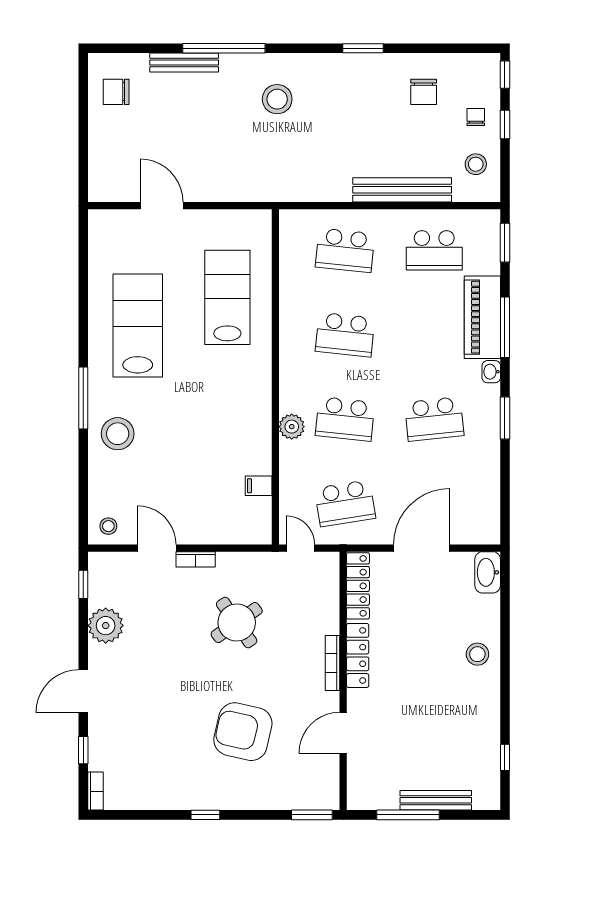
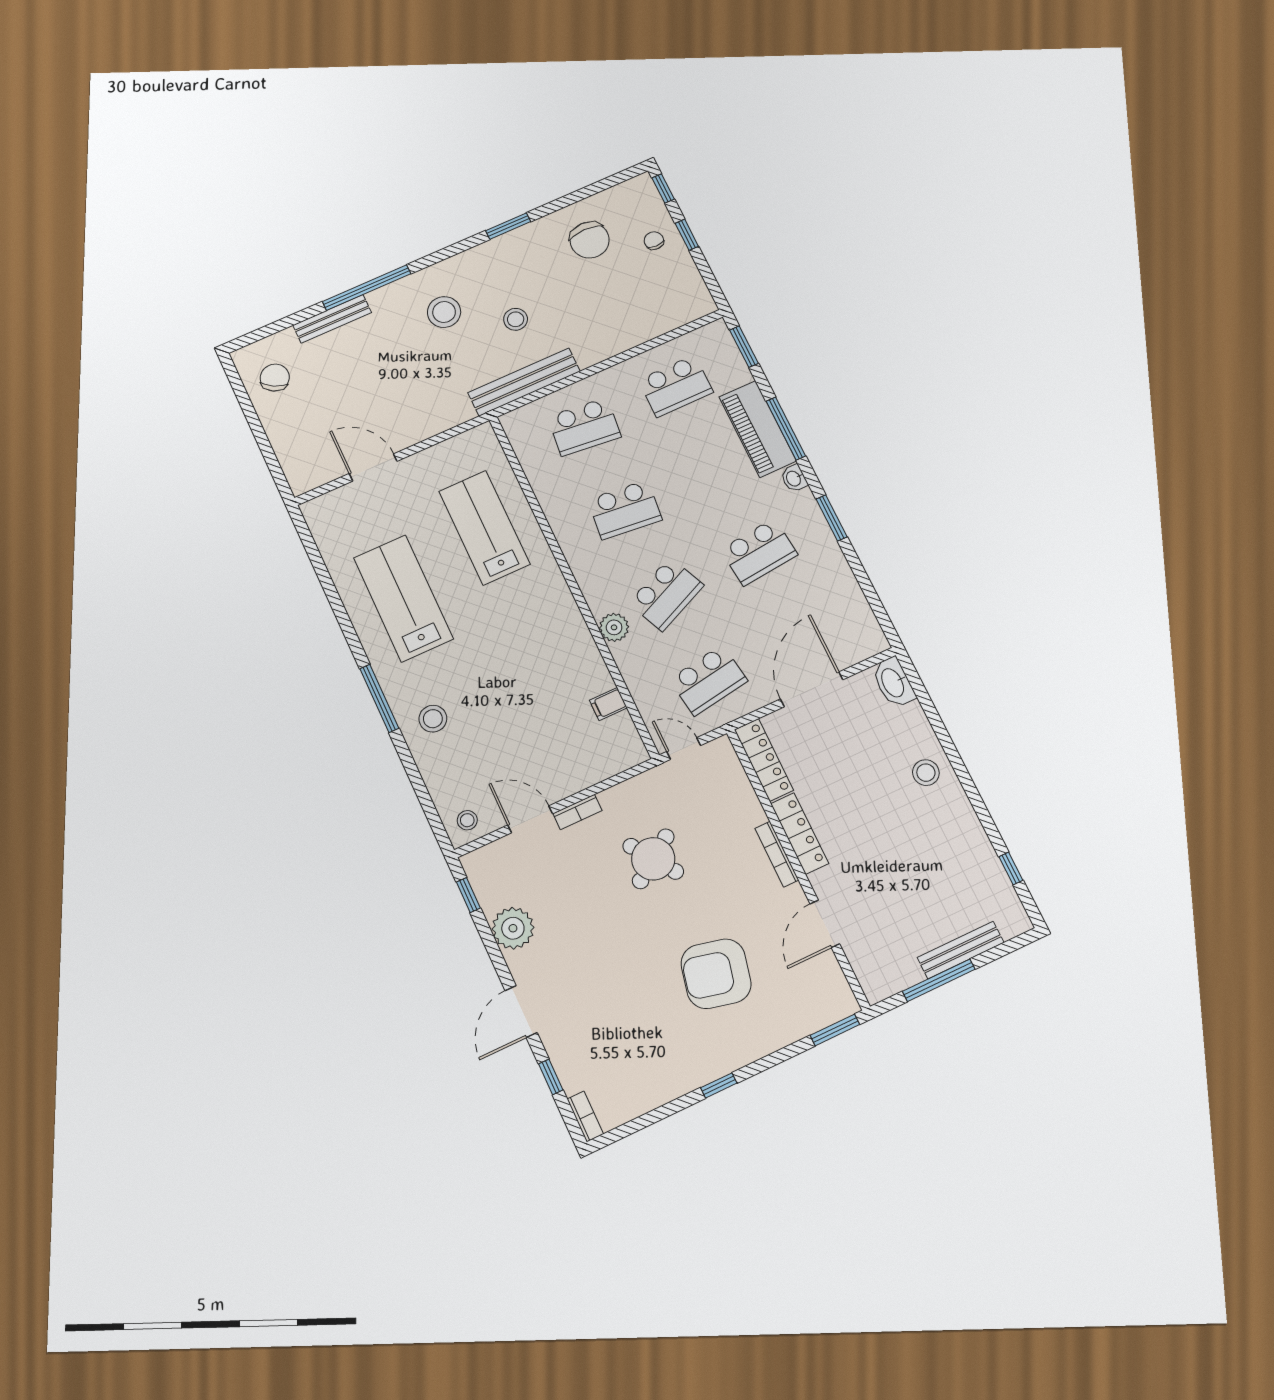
chair: (116, 92) -> (275, 378), turned 119
chair: (424, 92) -> (590, 240), width x1.37, depth x1.37
stool: (476, 164) -> (516, 319), moved
bench: (402, 190) -> (524, 382), moved
school desk: (345, 419) -> (666, 594), turned -30
stool: (118, 434) -> (433, 719), width x0.73, depth x0.73

